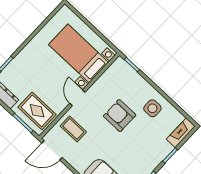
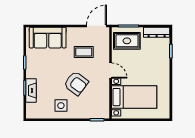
armchair: (120, 116) -> (76, 83), turned 37
coffee table: (73, 129) -> (84, 52), moved
fireplace: (181, 133) -> (31, 90), moved

